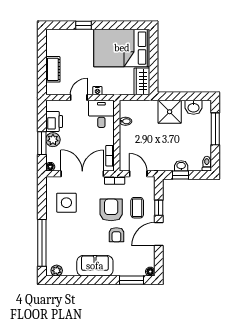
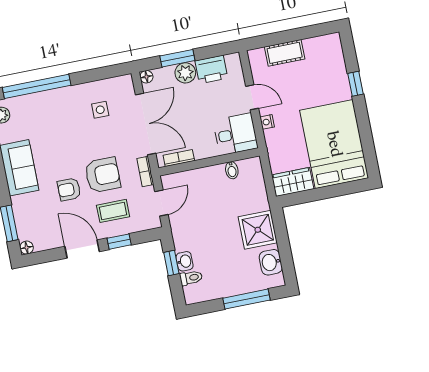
toilet: (207, 164) -> (191, 278), moved
side table: (66, 203) -> (100, 110), width x0.54, depth x0.54

